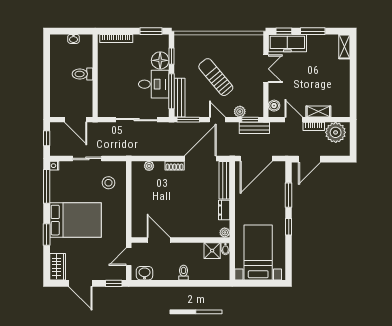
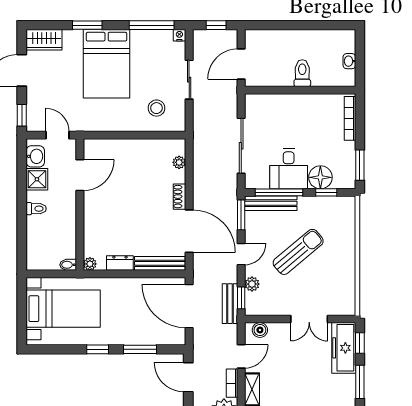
shower: (212, 251) -> (37, 179), moved

